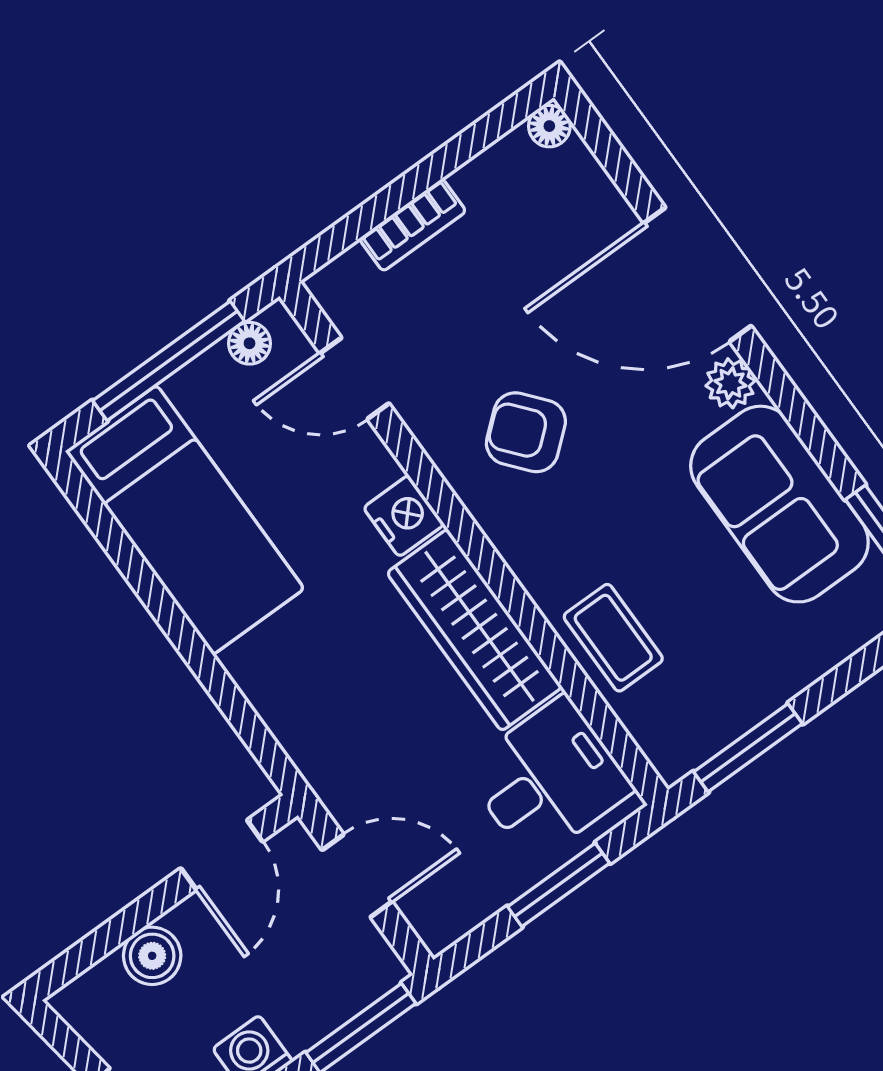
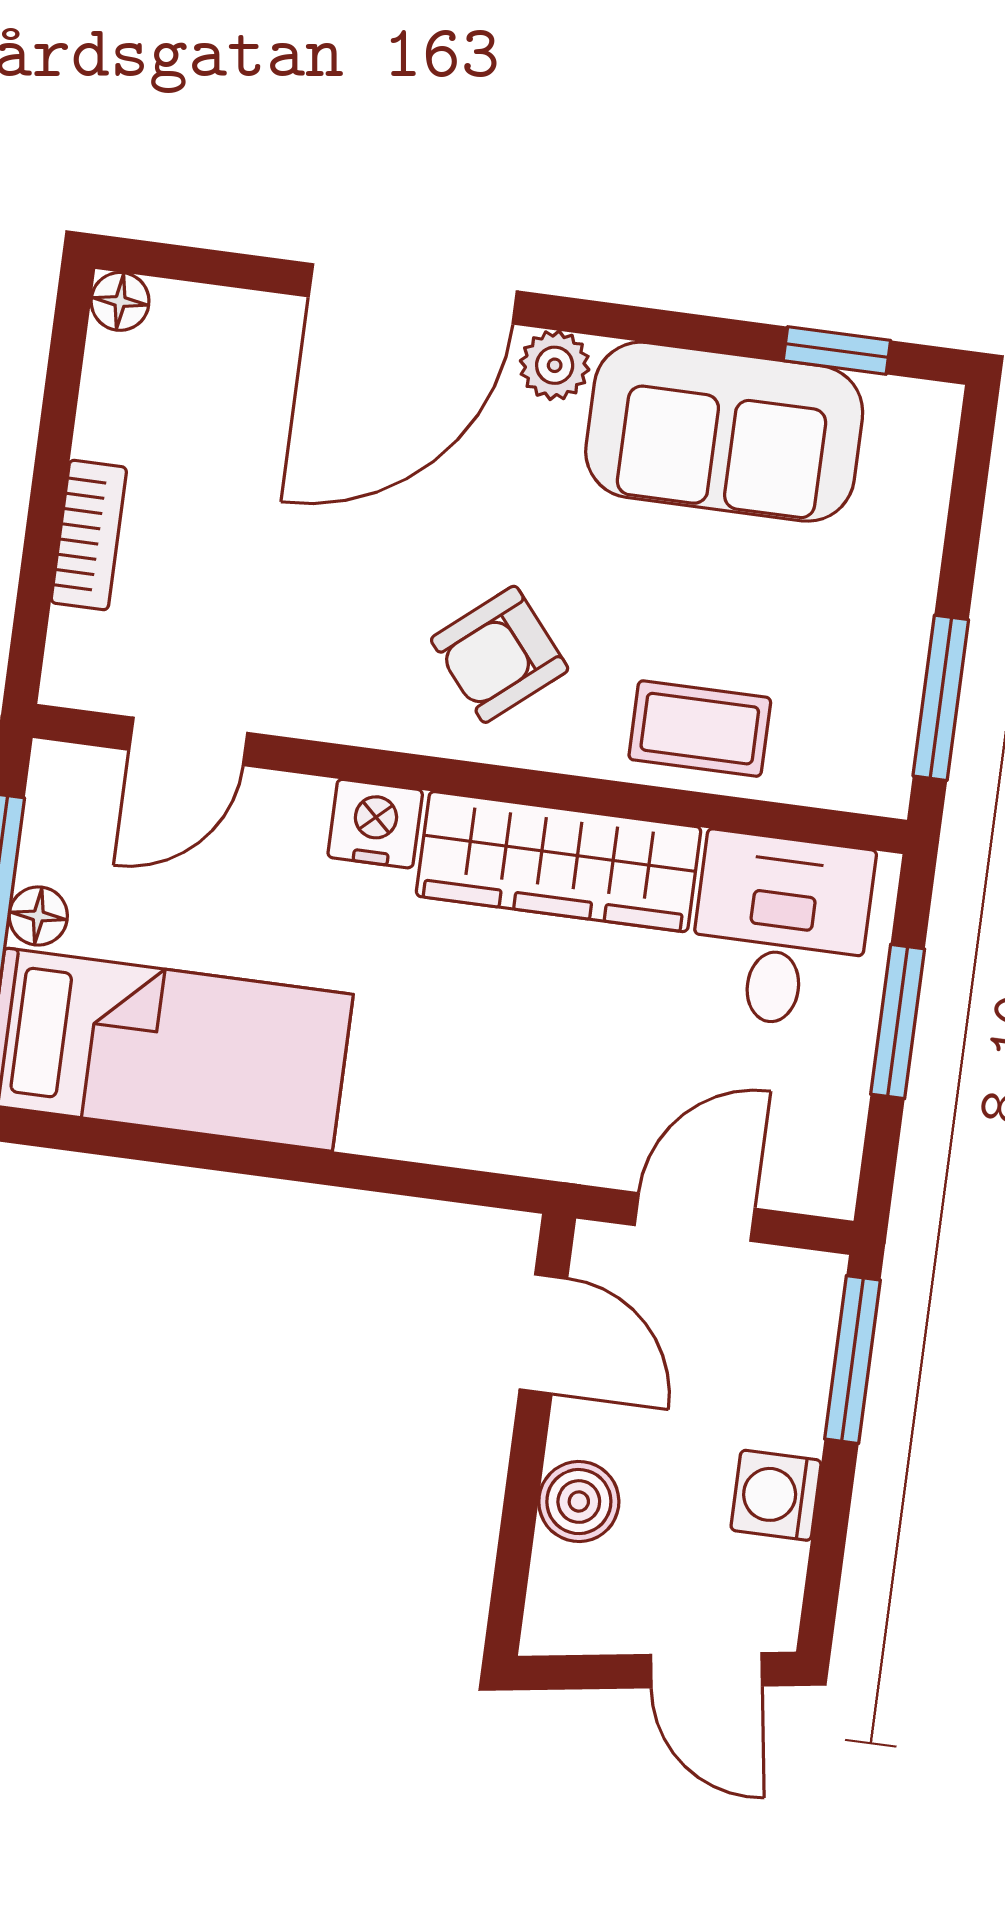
floor lamp: (250, 343) -> (38, 916), moved
armchair: (526, 432) -> (500, 654), moved

